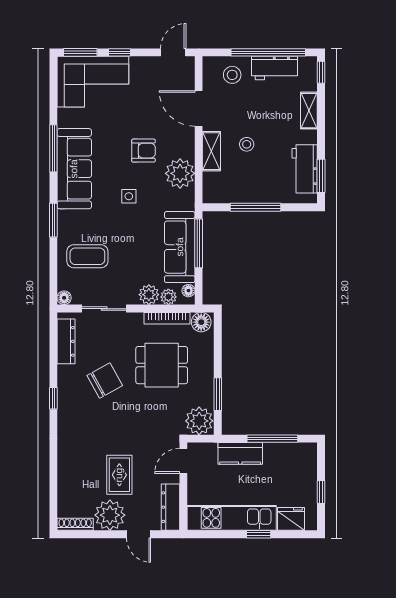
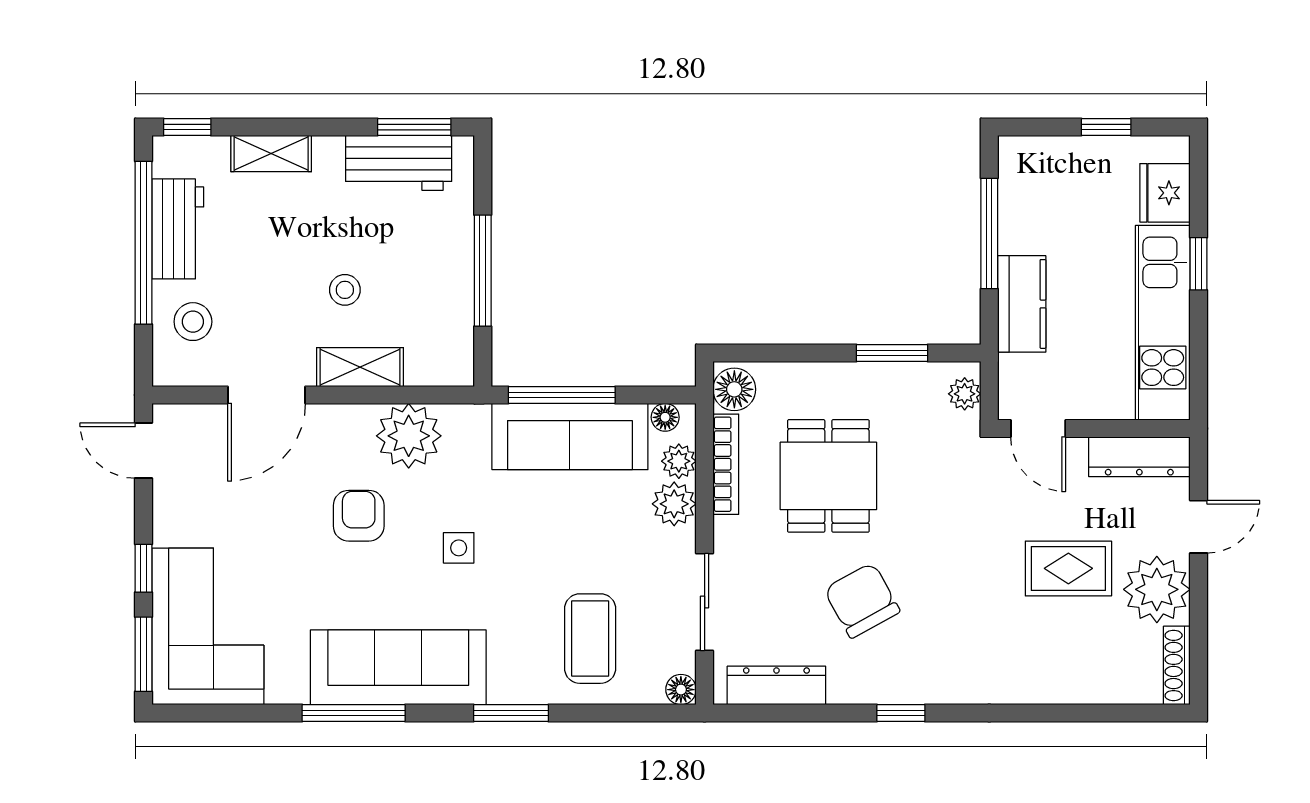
plant: (199, 421) -> (965, 394), width x0.53, depth x0.53

